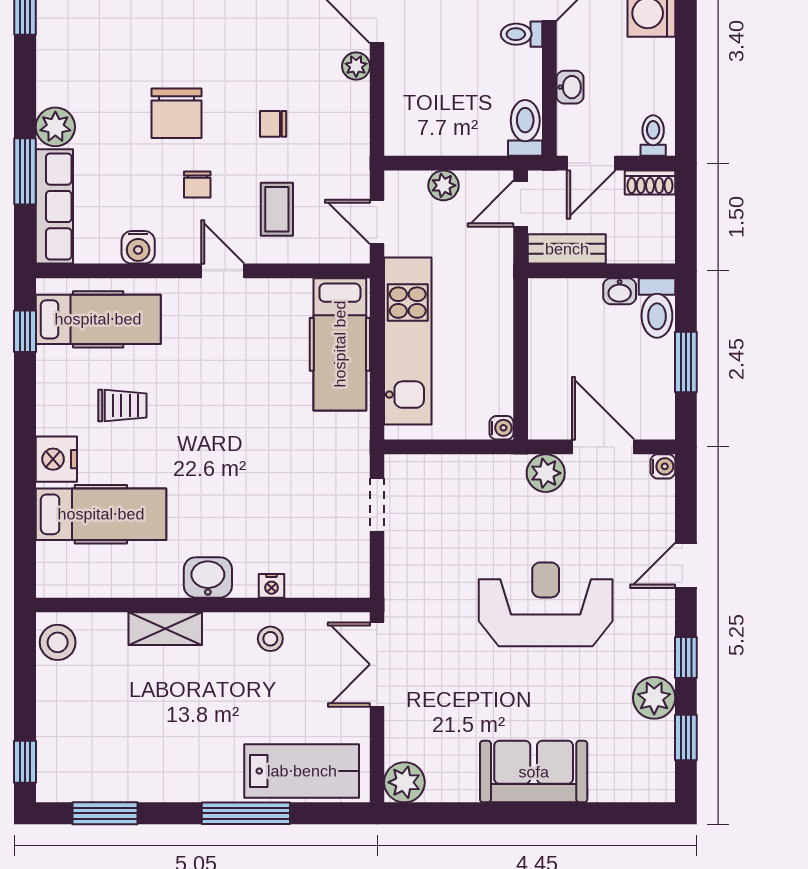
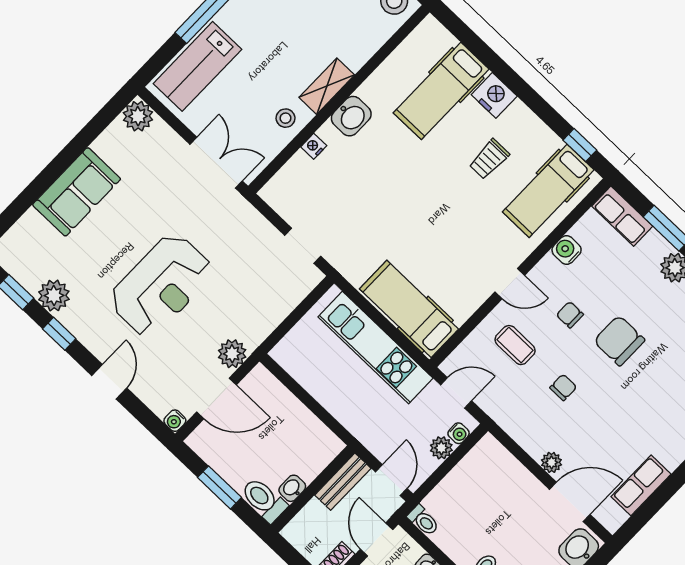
toilet: (525, 128) -> (423, 520), width x0.73, depth x0.72
row of seats: (54, 206) -> (622, 216), width x0.68
water cooler: (502, 428) -> (459, 433), moved, turned -90
shelving: (165, 629) -> (327, 86), moved

